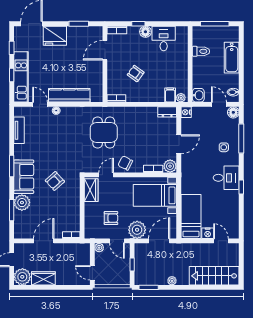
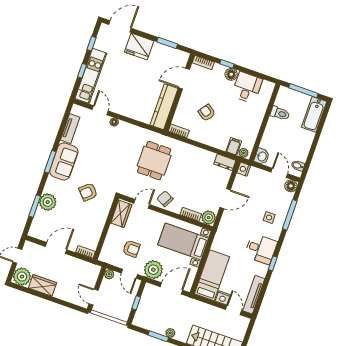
bathtub: (232, 58) -> (314, 114), moved
kitchen counter: (69, 95) -> (164, 107), moved, turned -90
sofa: (24, 177) -> (64, 161), moved
tv unit: (234, 221) -> (254, 295), added
window: (149, 287) -> (158, 336), moved

